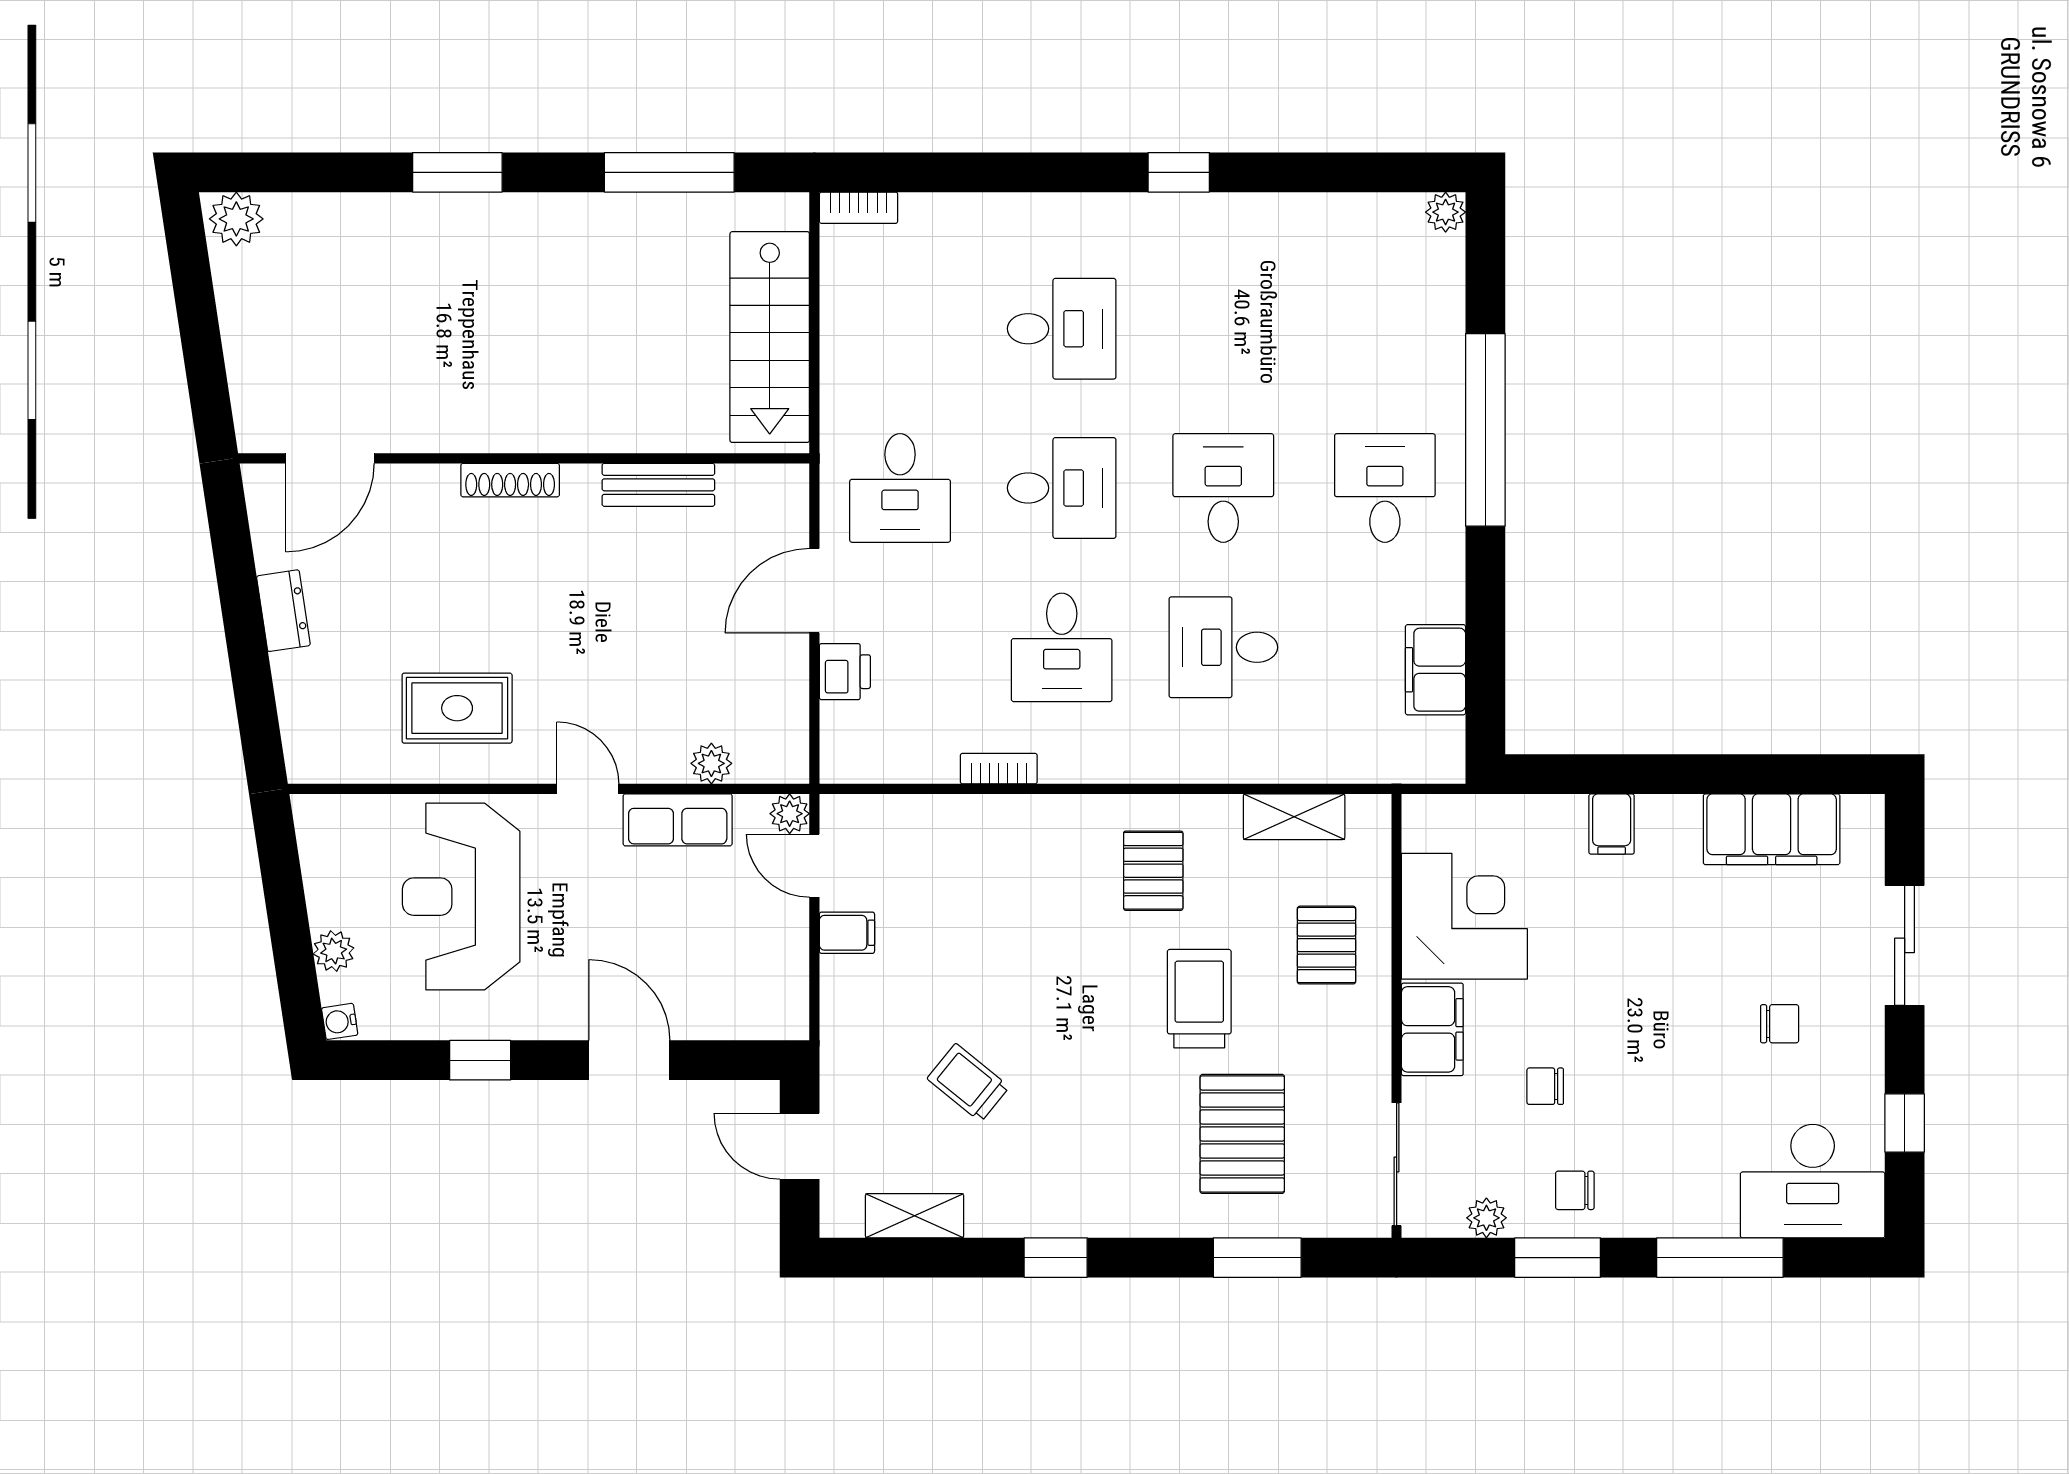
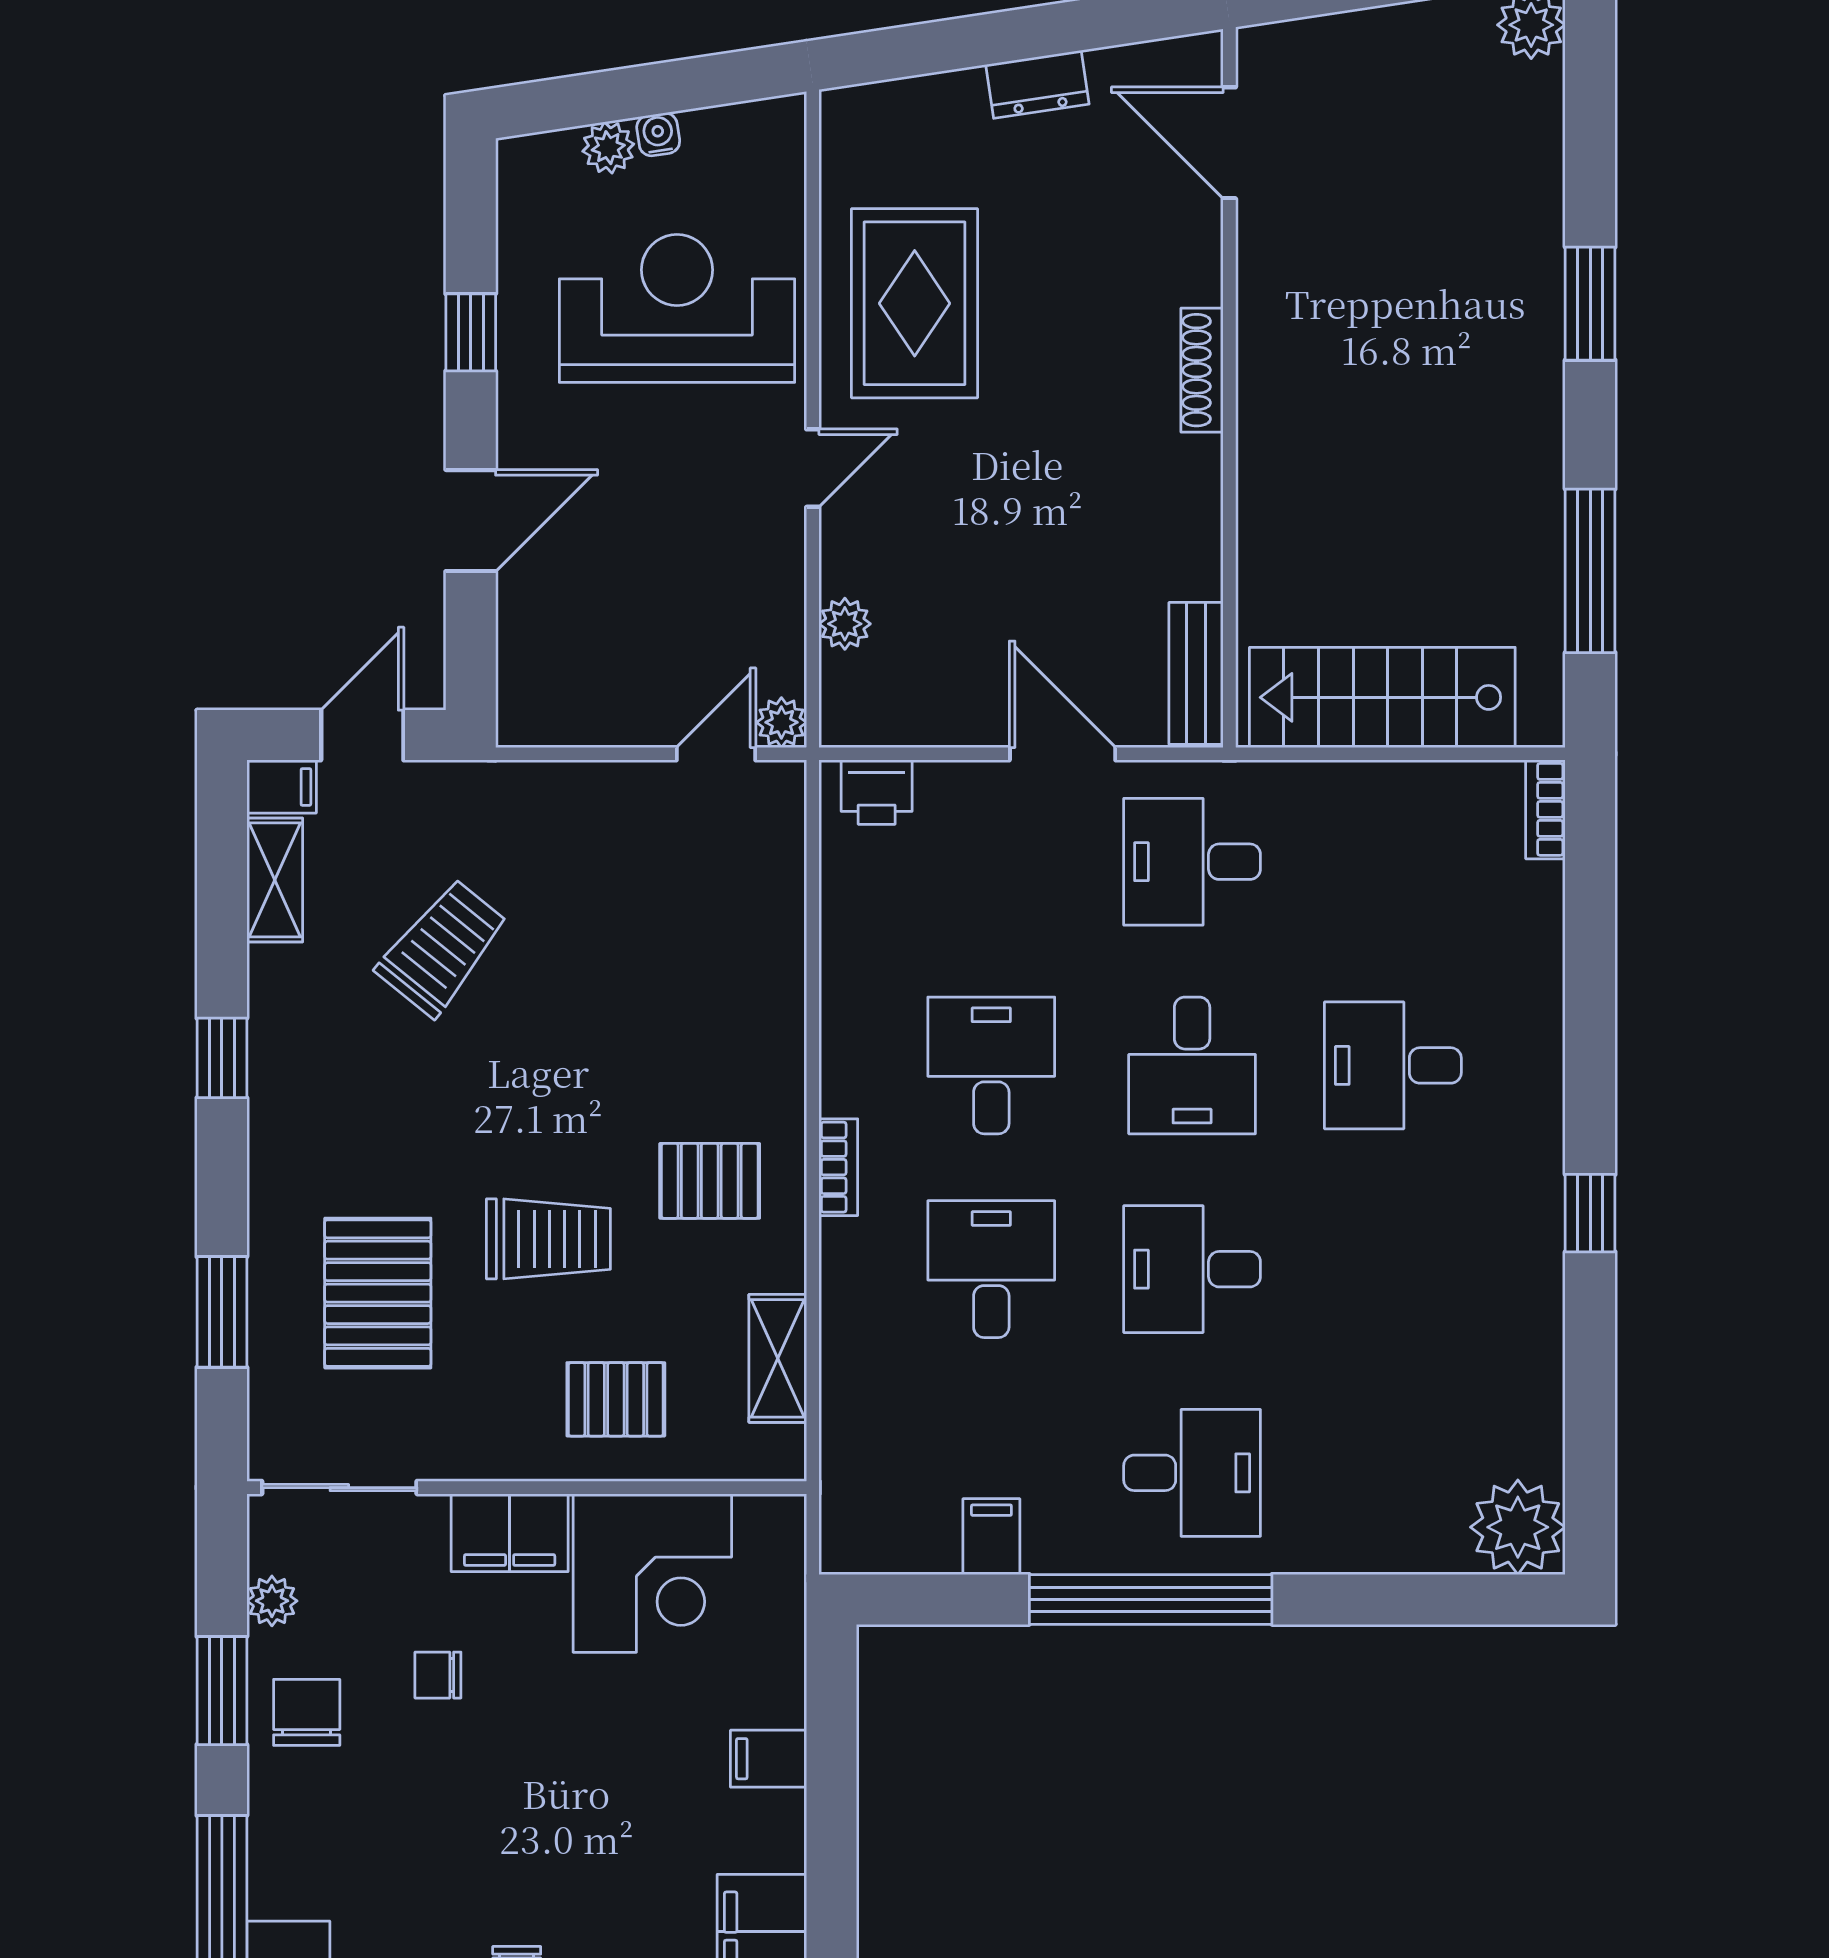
plant: (1446, 212) -> (1518, 1527), width x1.88, depth x1.88
desk: (1062, 329) -> (1393, 1065), turned 90
window: (1485, 430) -> (1151, 1599), moved
bench: (658, 485) -> (1196, 673), moved
desk: (1223, 488) -> (1192, 1269), turned 180
desk: (1062, 647) -> (991, 1065), turned 90
filing cabinet: (1435, 670) -> (991, 1537), width x0.50
printer: (845, 672) -> (877, 792), moved
rug: (457, 708) -> (915, 303), width x1.36, depth x1.43
bookcase: (999, 769) -> (838, 1167), moved
row of seats: (678, 820) -> (774, 581), removed
filing cabinet: (847, 933) -> (282, 787), moved, turned -90
water cooler: (340, 1021) -> (658, 134), moved
trolley: (968, 1083) -> (442, 948), width x1.36, depth x1.39
chair: (1545, 1086) -> (438, 1675), turned -90
pallet: (1242, 1134) -> (378, 1293), turned 90
chair: (1575, 1190) -> (307, 1712), width x1.37, depth x1.37

